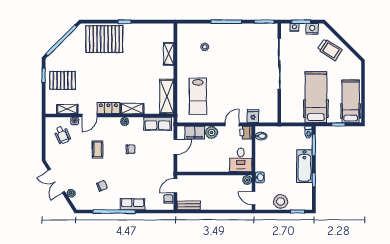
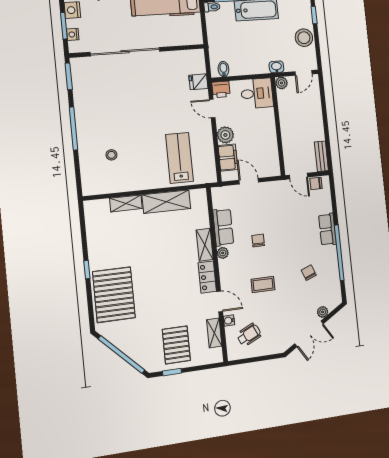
shelving: (167, 96) -> (166, 202), moved
lab bench: (198, 96) -> (179, 158), turned -90
row of seats: (158, 124) -> (223, 227), moved

